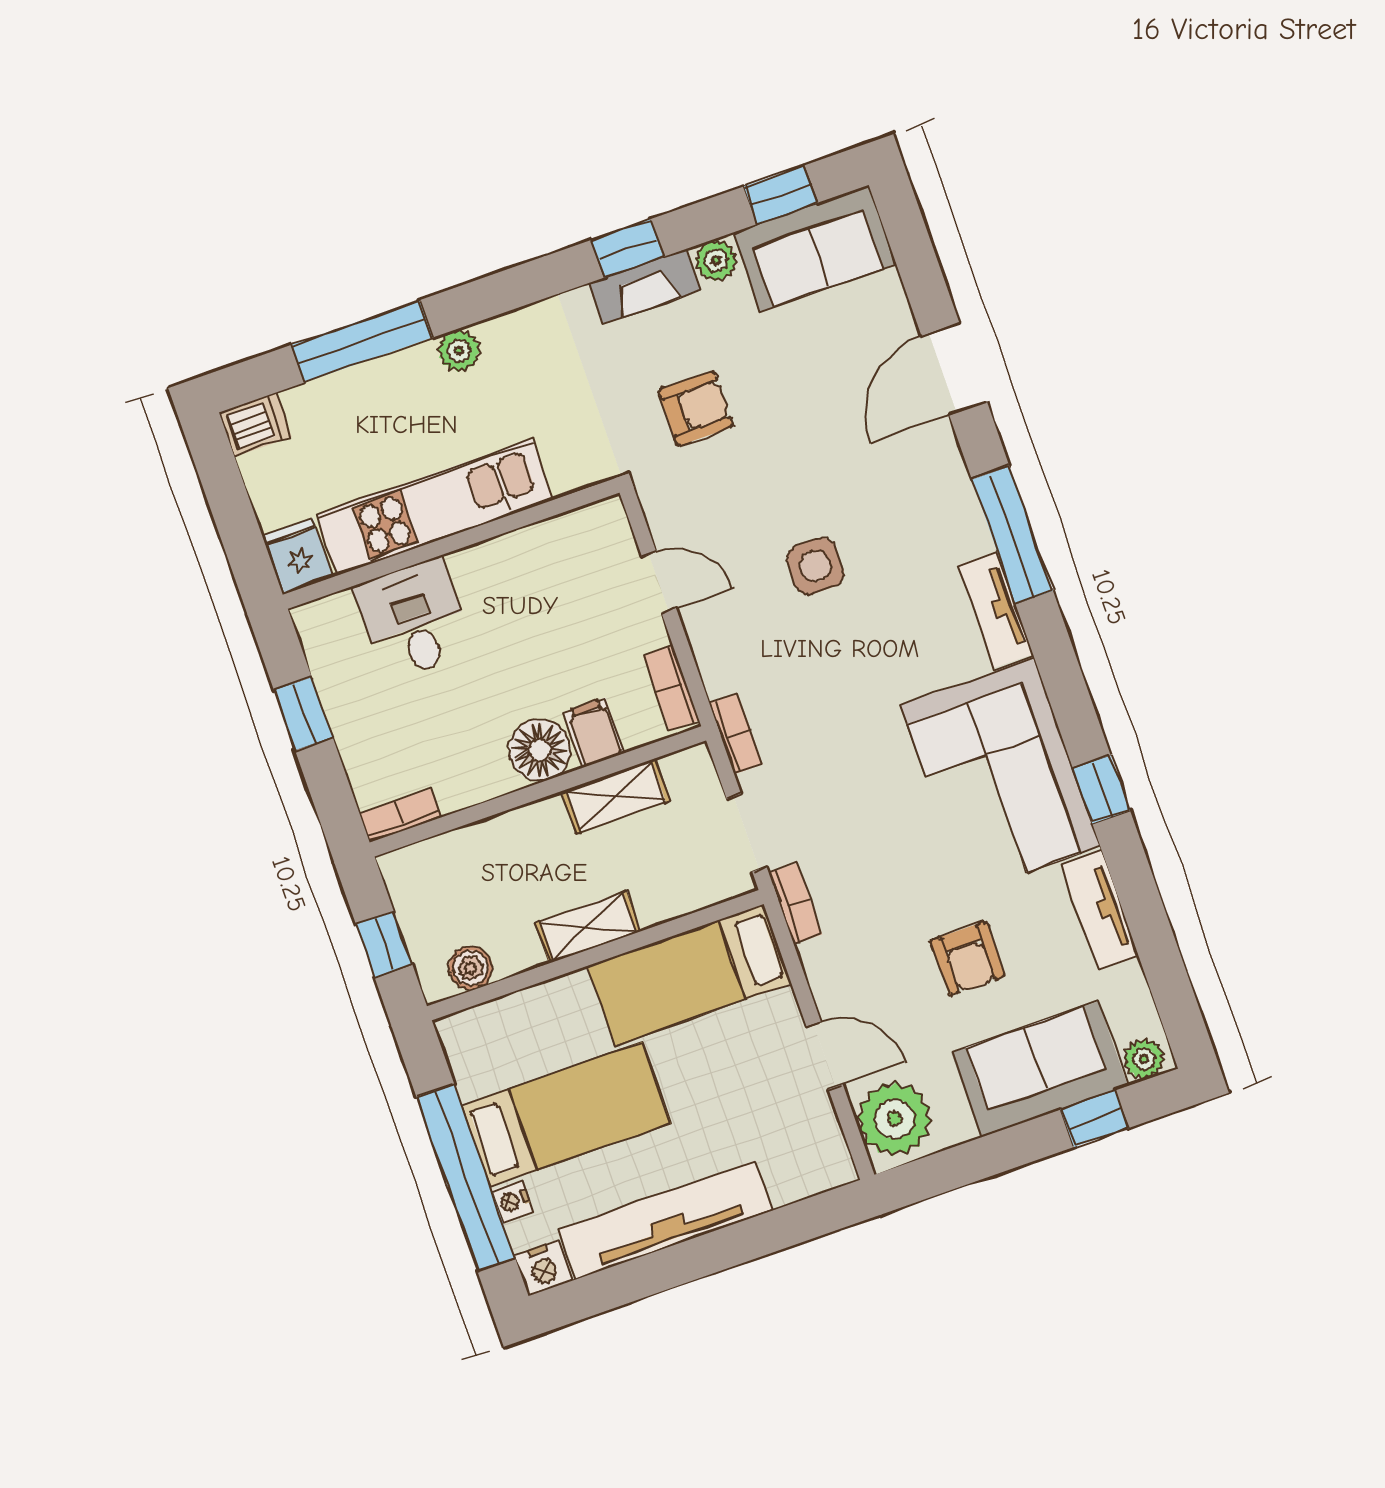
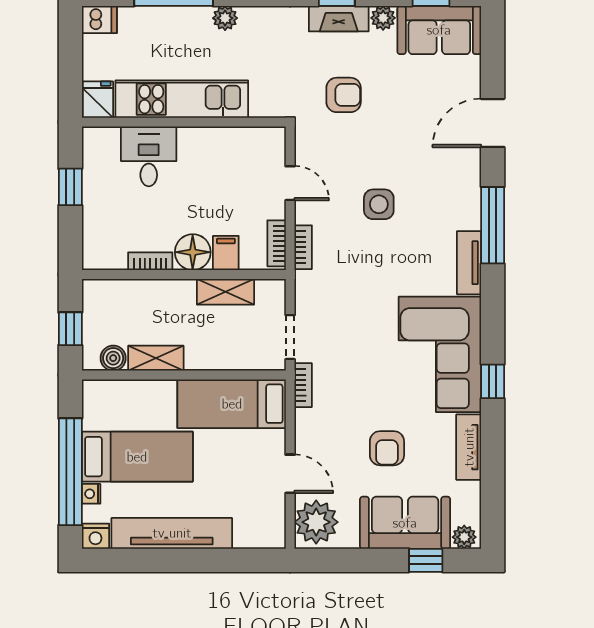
bookcase: (736, 734) -> (303, 247), moved
bookcase: (401, 815) -> (150, 261), moved
shelving: (588, 927) -> (156, 358), moved

